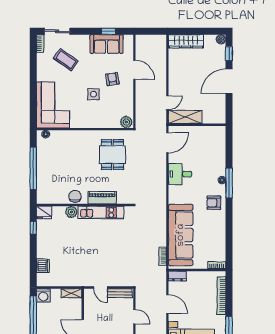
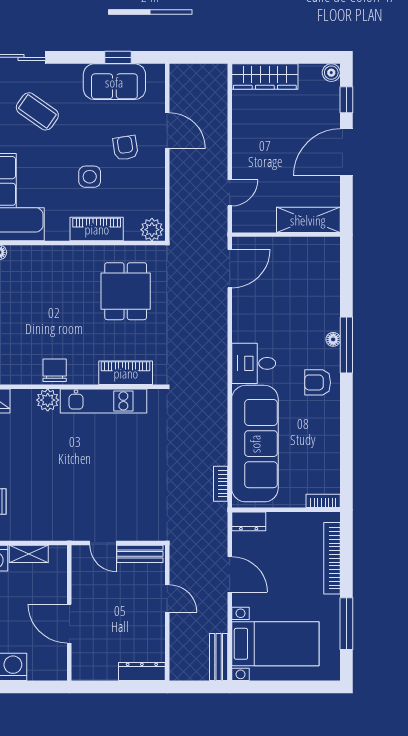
shelving: (185, 117) -> (308, 220), moved
piano: (97, 122) -> (97, 229), added
desk: (180, 174) -> (254, 363), moved
piano: (102, 198) -> (126, 373), moved
shelving: (71, 293) -> (29, 554), moved

